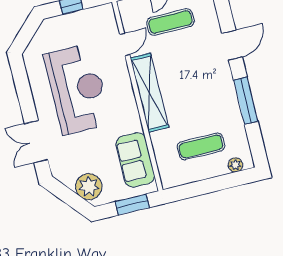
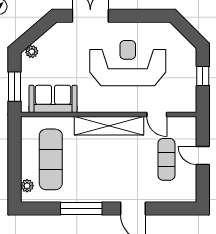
reception desk: (77, 89) -> (128, 63), turned 180
exercise mat: (201, 146) -> (51, 159), width x1.36, depth x1.45
plant: (89, 187) -> (32, 52), width x0.53, depth x0.53

